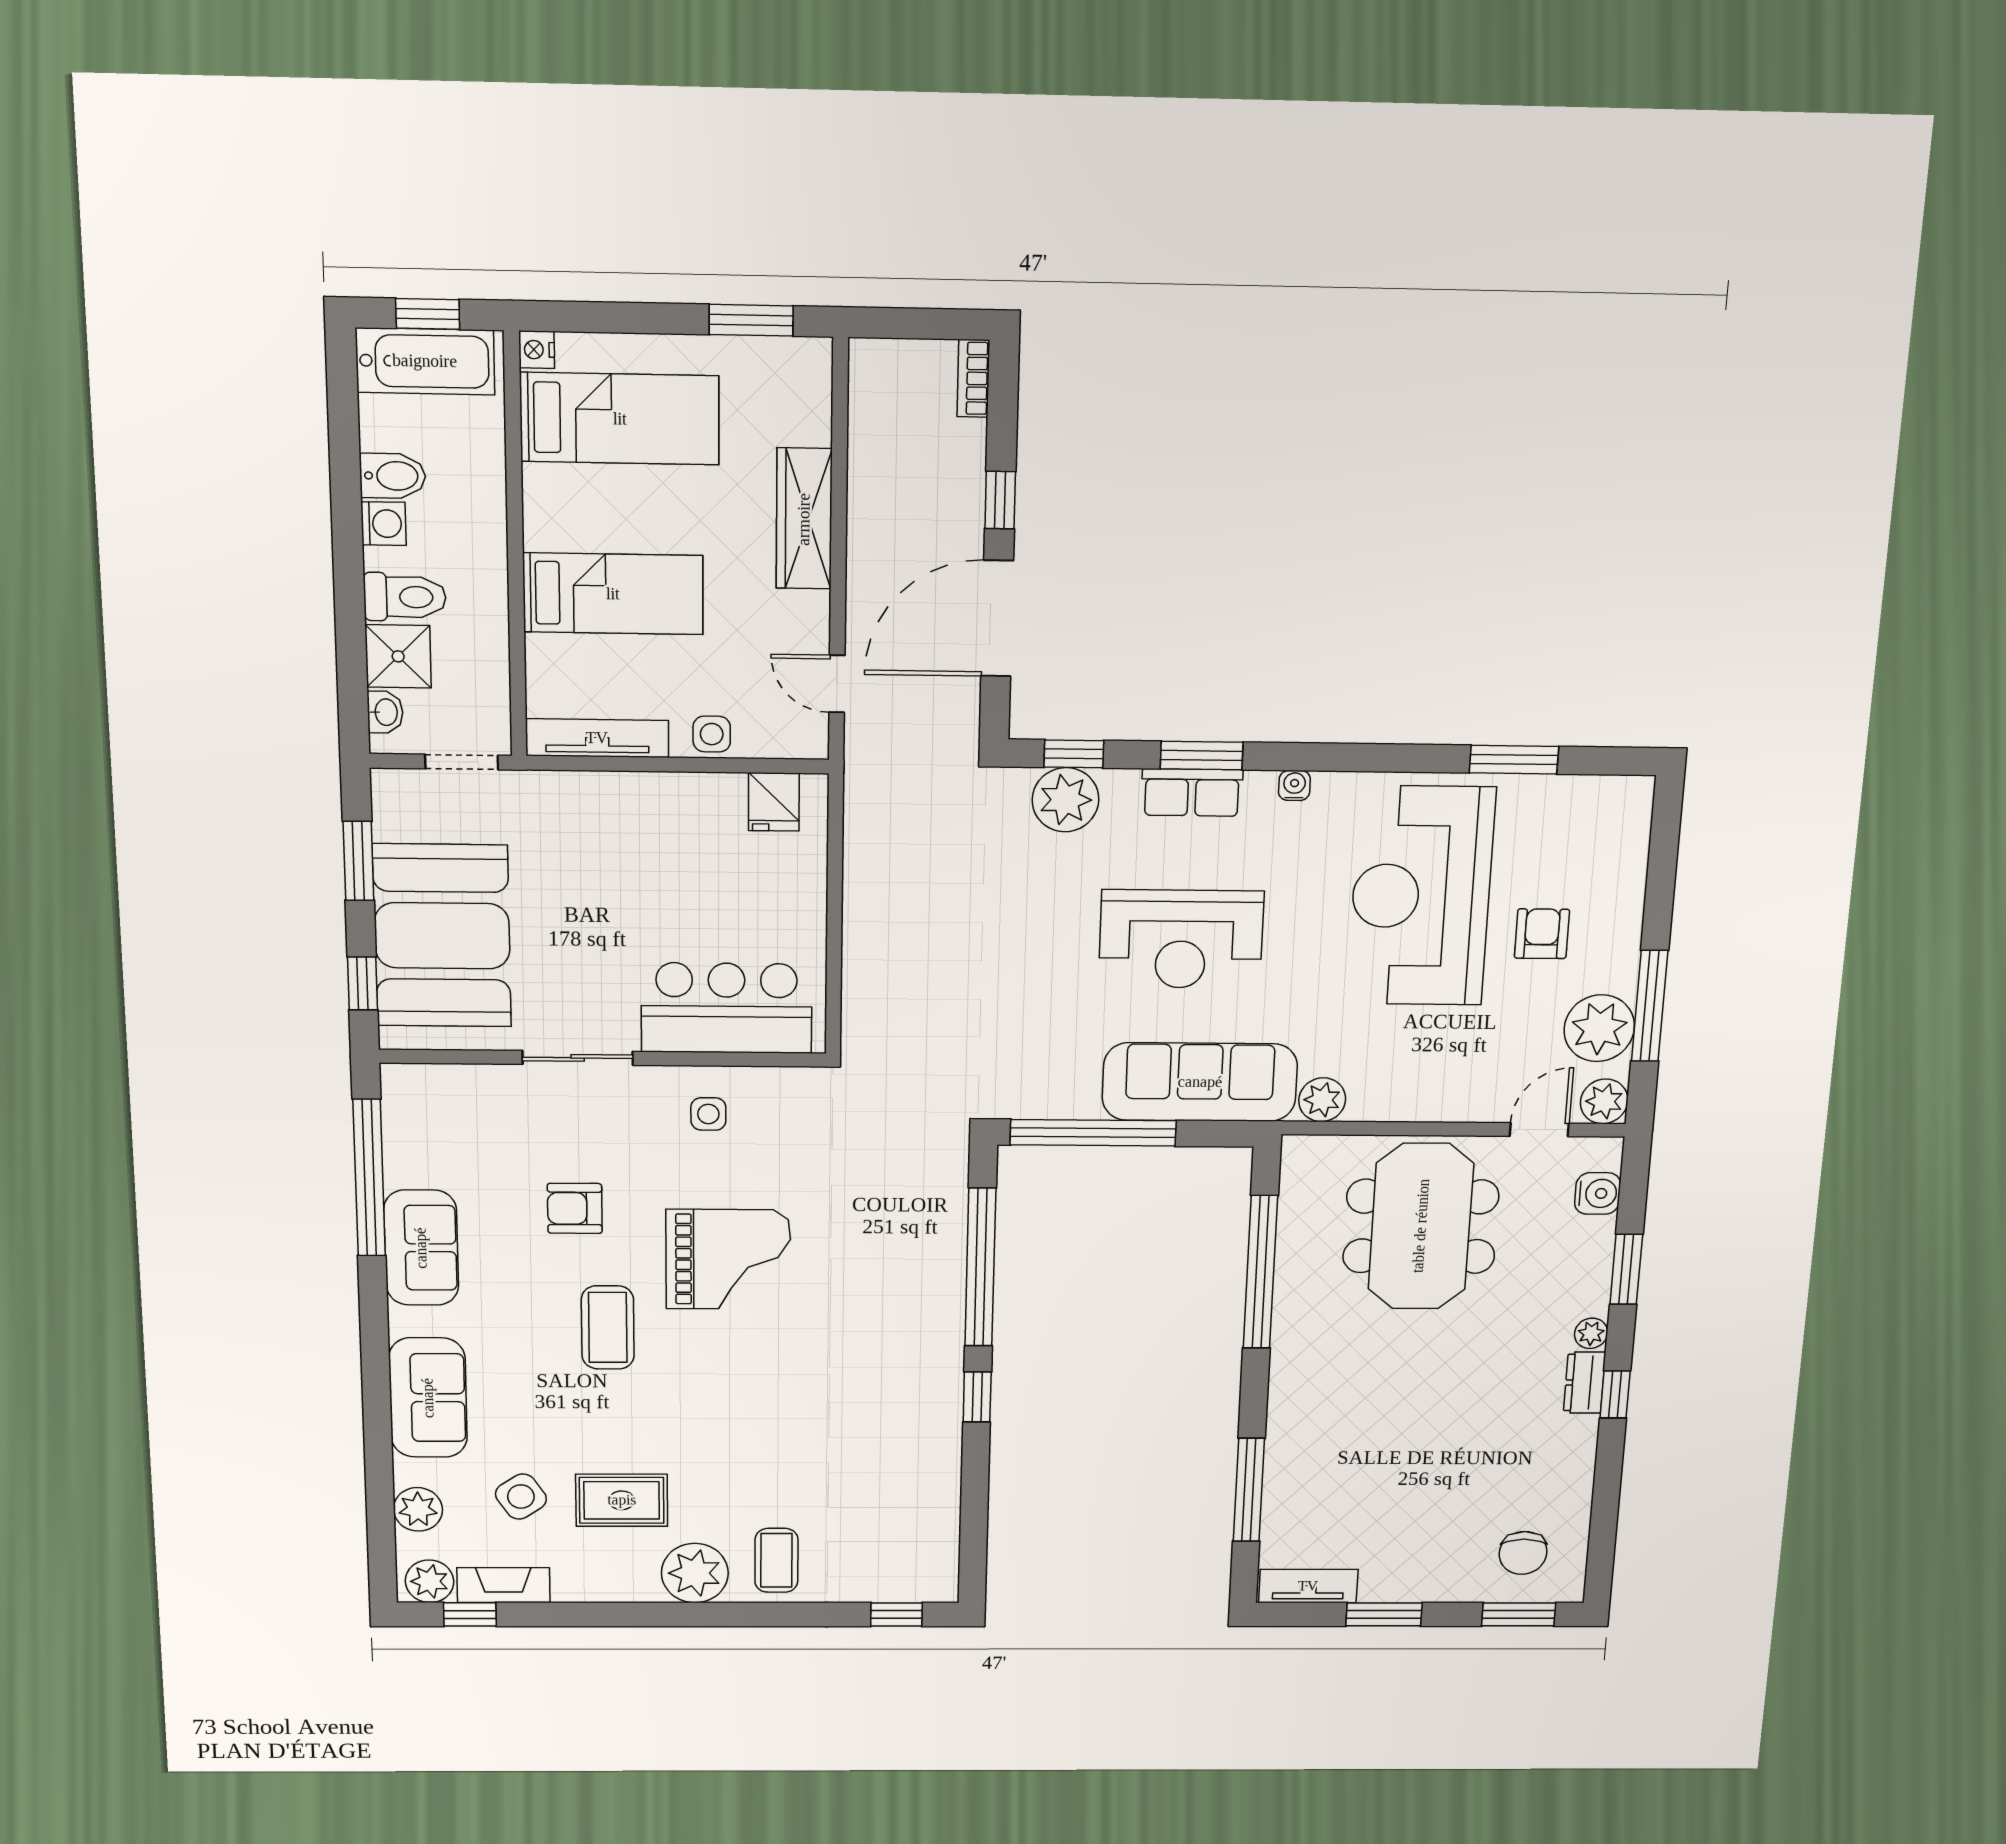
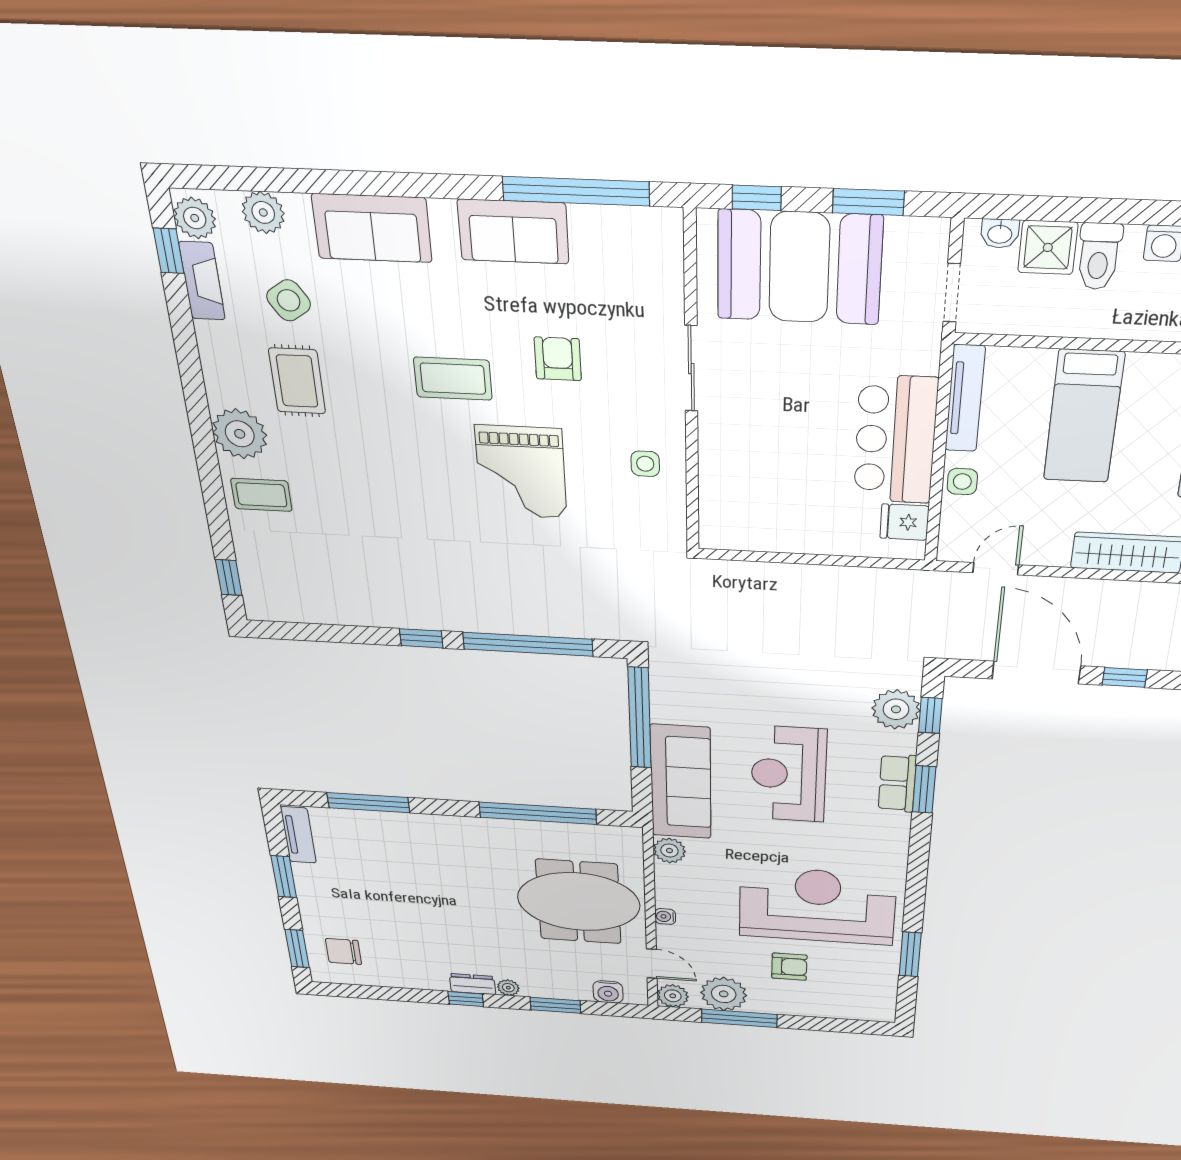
water cooler: (1294, 785) -> (665, 917), moved, turned 180
bar counter: (726, 1008) -> (895, 440), moved, turned 180

